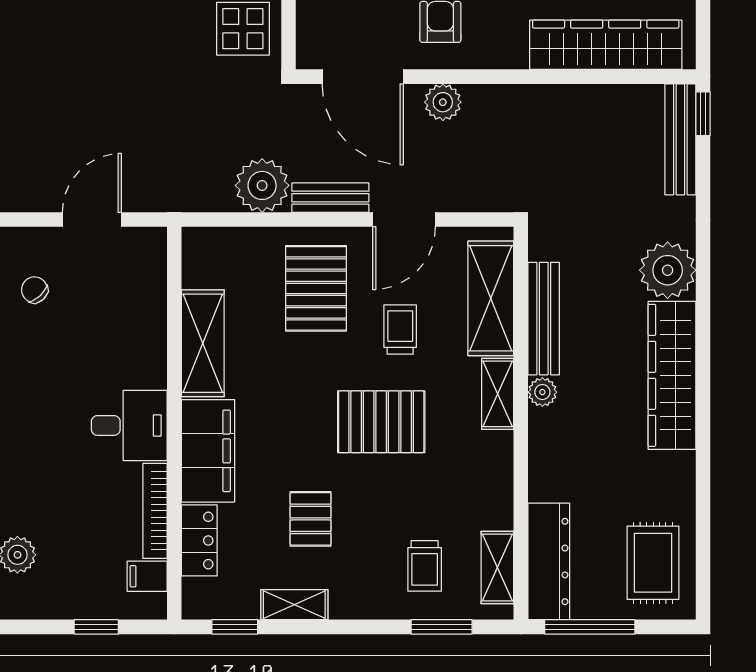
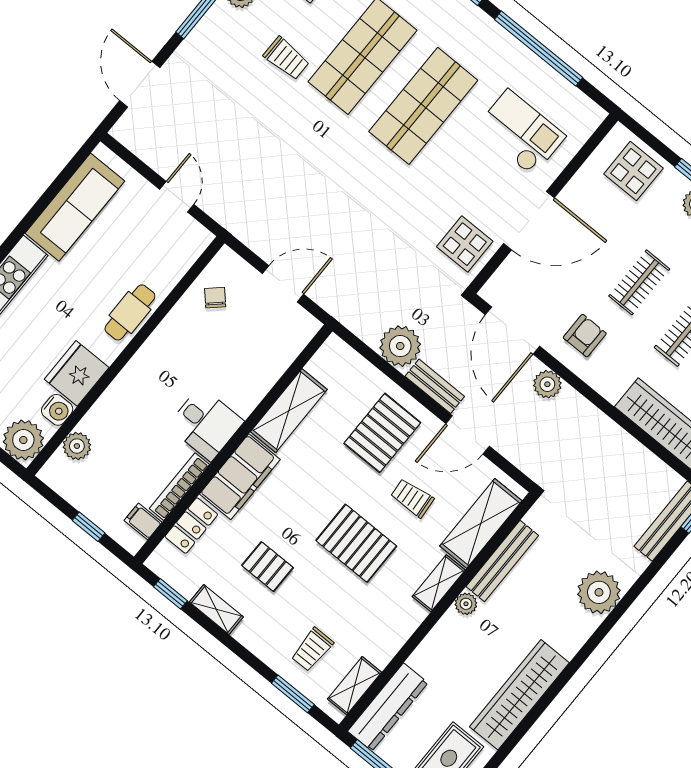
trolley: (400, 330) -> (412, 498), turned -95
wardrobe: (672, 375) -> (519, 695), moved
pallet: (311, 519) -> (268, 567), turned 90

